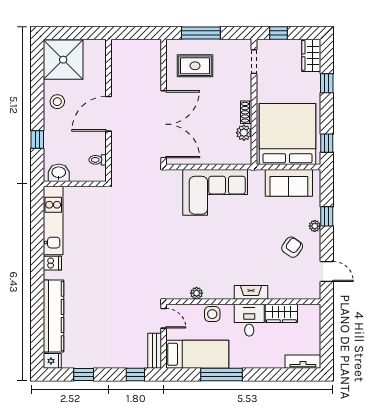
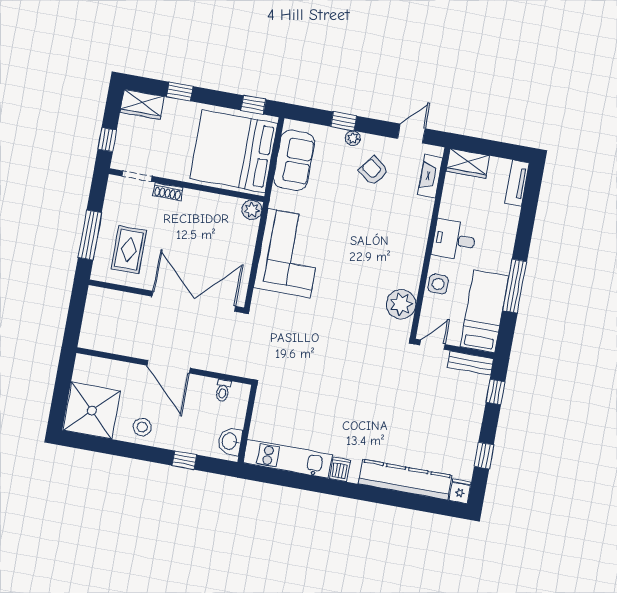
shoe rack: (246, 112) -> (168, 192), moved
plant: (244, 133) -> (252, 210), moved
fireplace: (251, 292) -> (430, 176), moved
plant: (197, 293) -> (401, 304), width x1.88, depth x1.88
wardrobe: (281, 313) -> (468, 163), moved, turned 90

